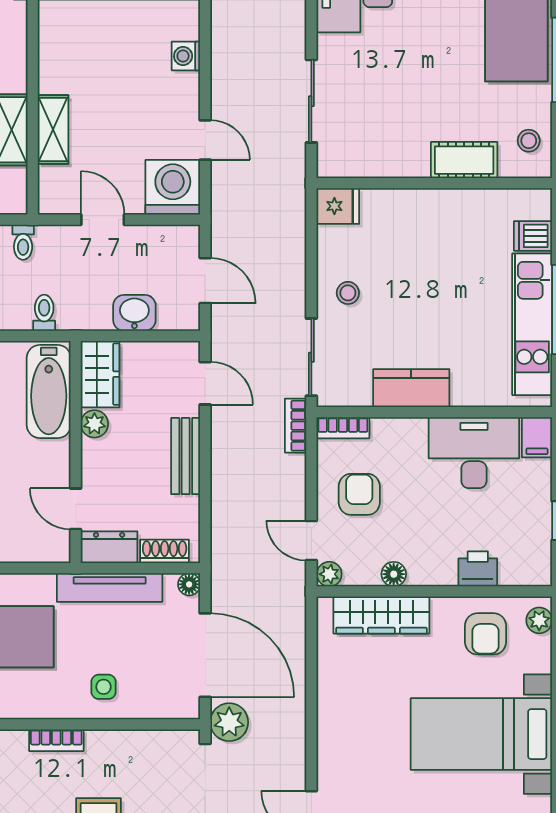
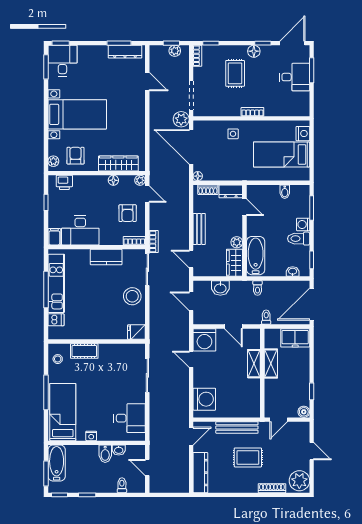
washing machine: (186, 56) -> (204, 399), width x1.89, depth x1.89
stool: (348, 293) -> (132, 296), width x1.89, depth x1.89
printer: (478, 569) -> (64, 182), moved
tv unit: (110, 588) -> (231, 175), removed

